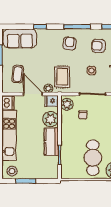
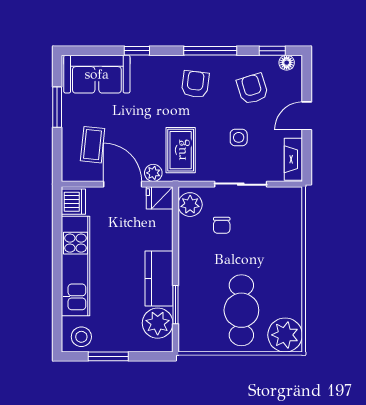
armchair: (98, 46) -> (252, 89), turned 71
plant: (51, 119) -> (158, 323), moved

